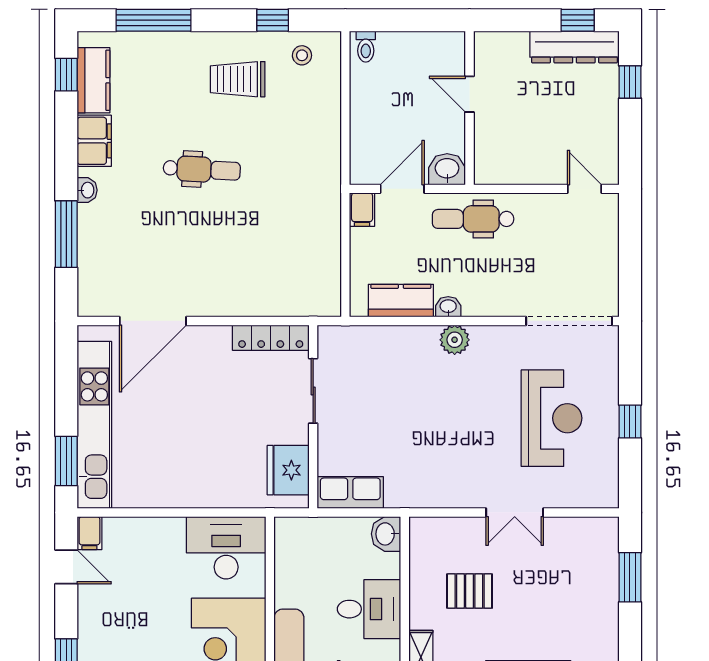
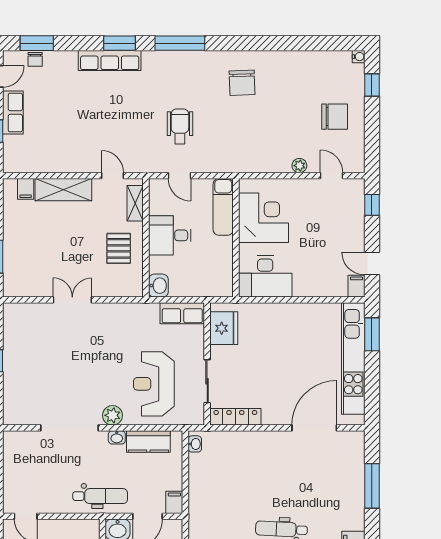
washbasin: (87, 190) -> (195, 444), moved, turned 180
doorway: (569, 321) -> (69, 428), moved
reception desk: (552, 418) -> (154, 384), moved
pallet: (470, 591) -> (119, 248), moved, turned 90

